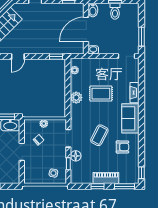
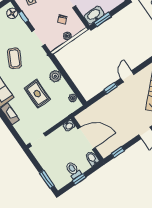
door: (86, 30) -> (87, 138), hinge flipped
window: (142, 37) -> (47, 179), moved
window: (56, 57) -> (111, 88), moved
rug: (101, 94) -> (37, 94), turned 90
floor lamp: (76, 156) -> (12, 13), moved

